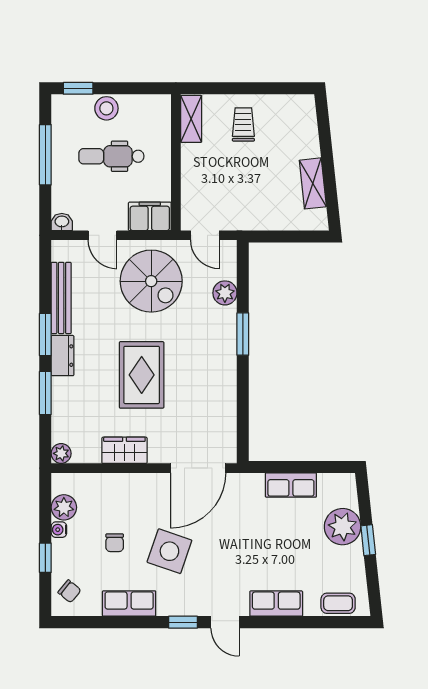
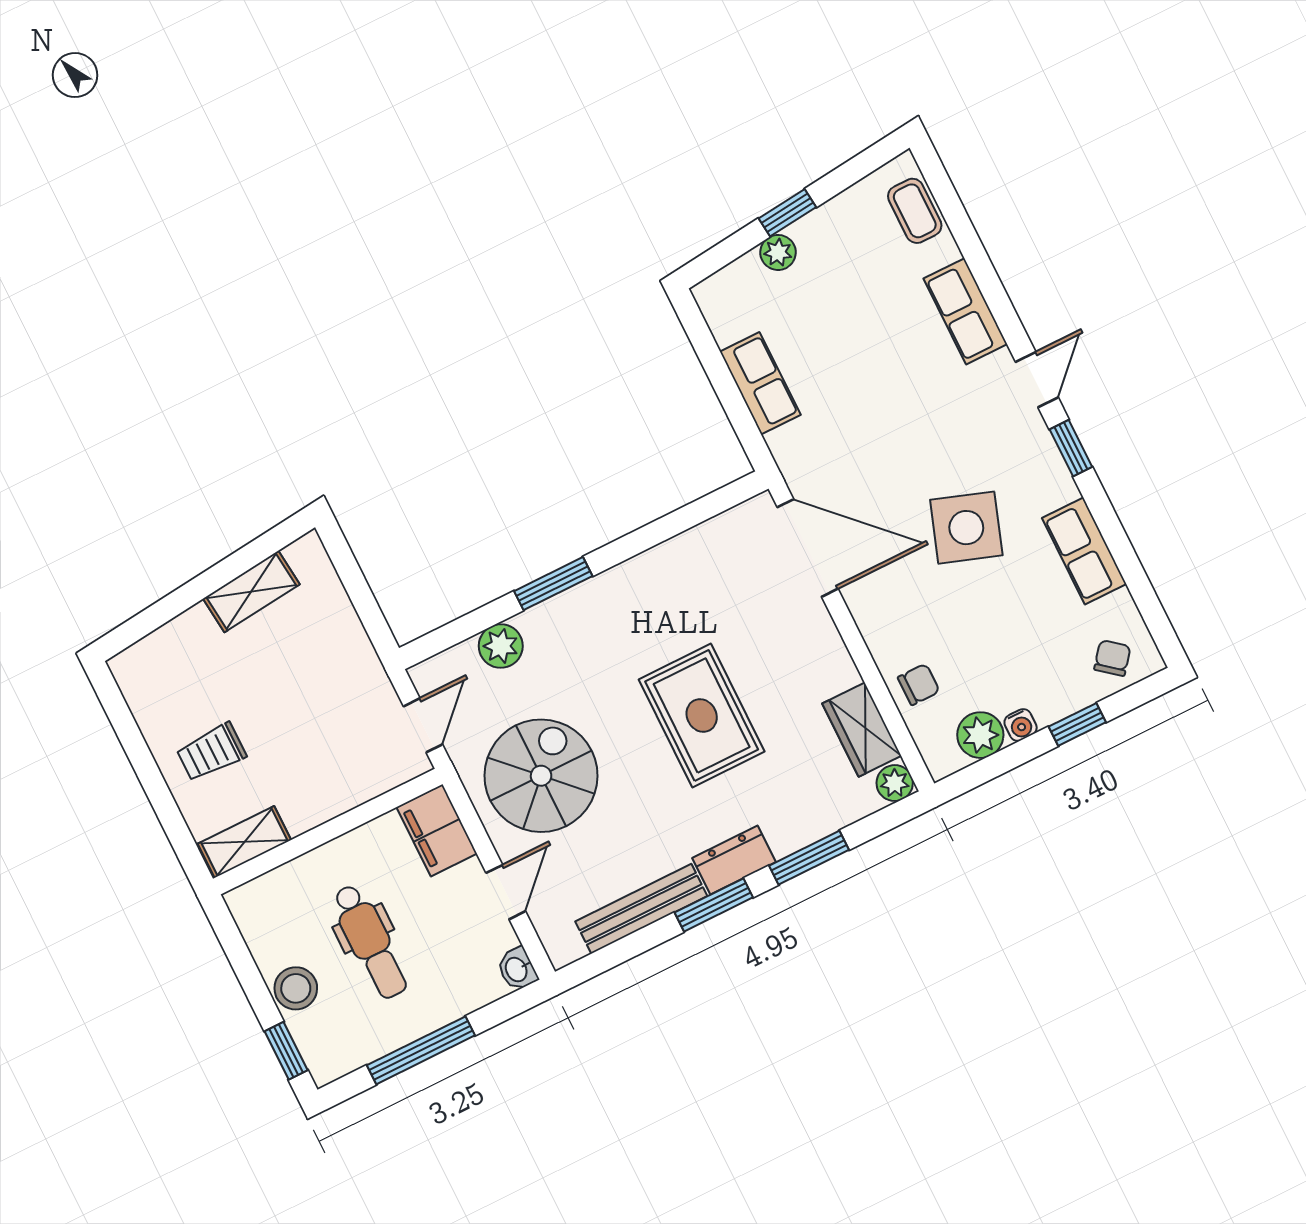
rug: (142, 375) -> (702, 715), turned 90
wardrobe: (124, 450) -> (862, 730), moved
plant: (343, 527) -> (778, 252), width x0.53, depth x0.53
chair: (115, 543) -> (919, 684), moved

